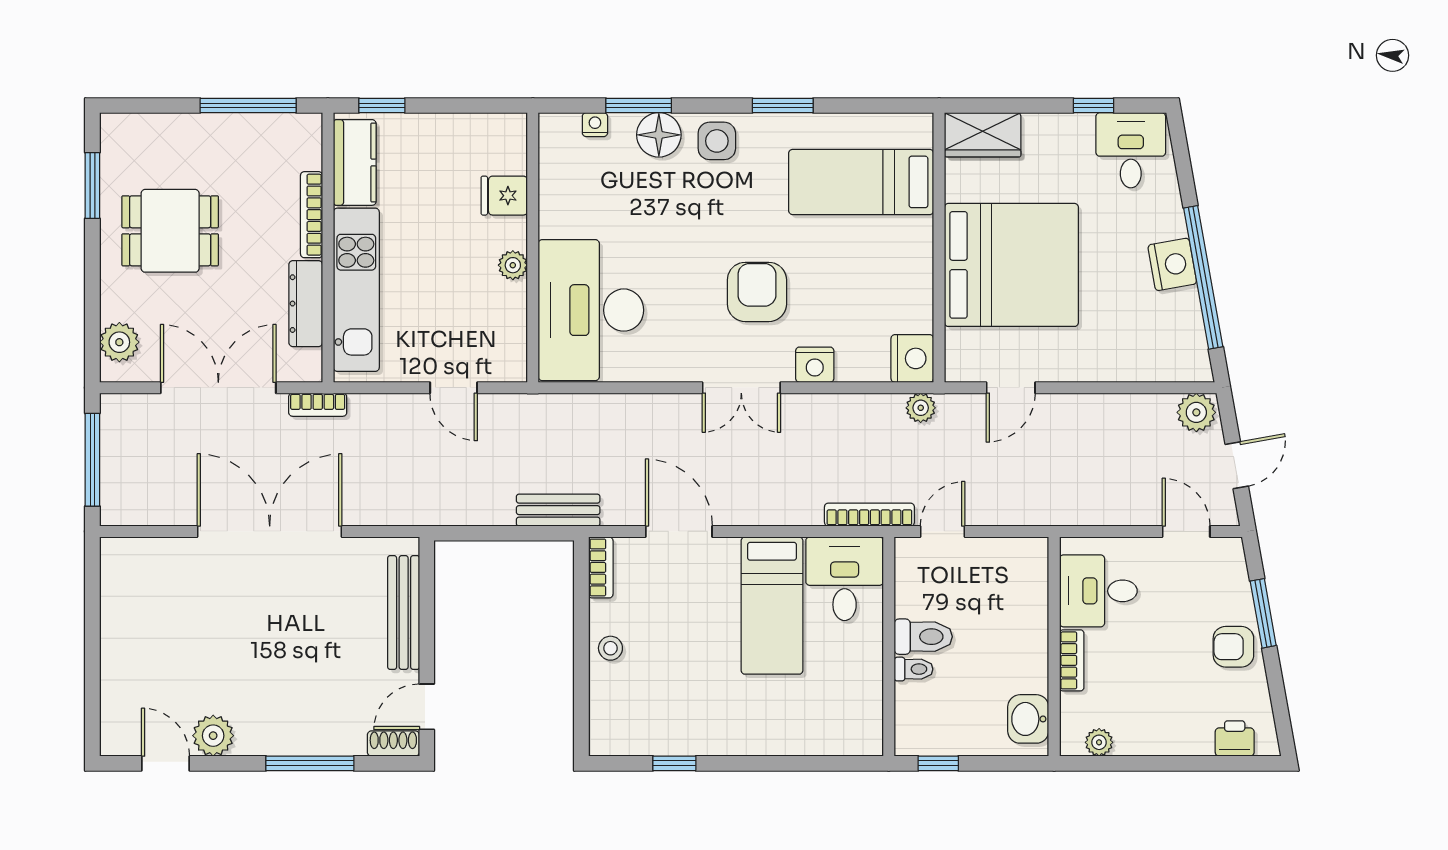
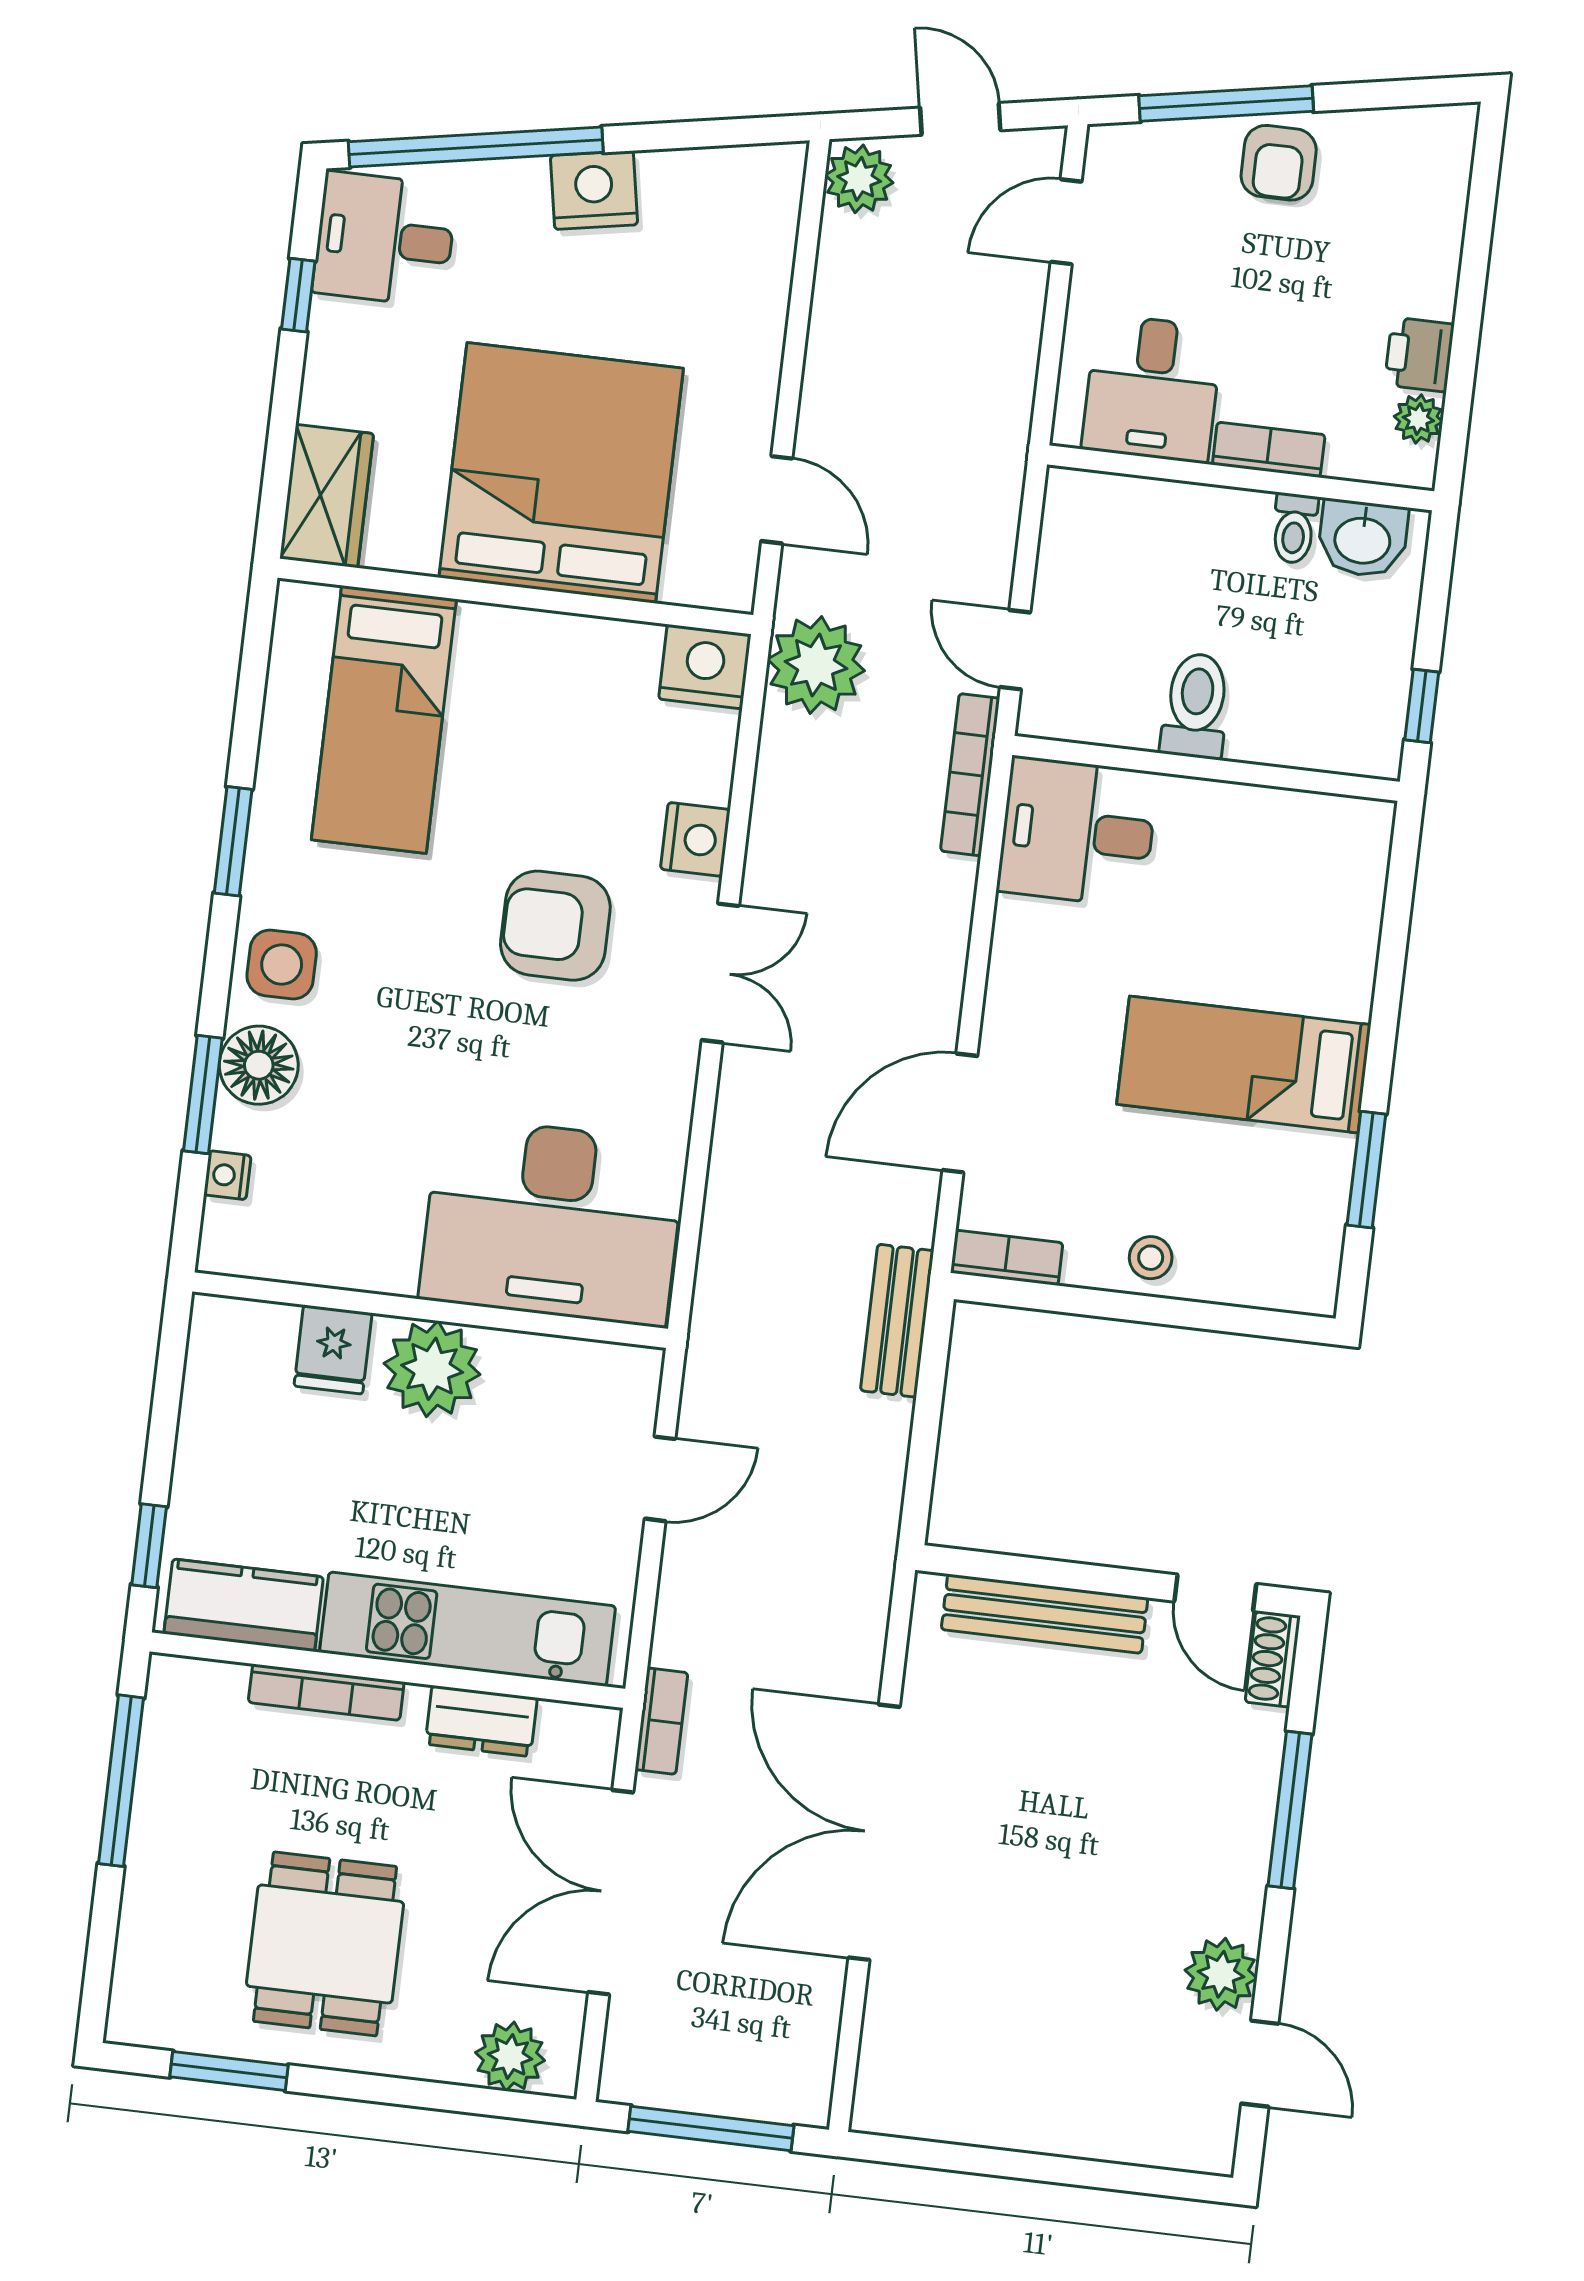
plant: (513, 265) -> (432, 1369), width x1.88, depth x1.88
window: (1203, 277) -> (476, 147), moved
dresser: (306, 304) -> (481, 1721), width x0.70
plant: (921, 408) -> (816, 665), width x1.88, depth x1.88
bed: (772, 606) -> (1244, 1064), moved, turned 180
window: (1263, 613) -> (1226, 103), width x1.44
toilet: (914, 669) -> (1294, 528), moved, turned 180
printer: (1235, 738) -> (1419, 355), moved
door: (166, 763) -> (1260, 2064), swing flipped
window: (674, 763) -> (1366, 1170), width x1.50

